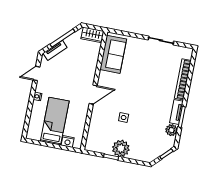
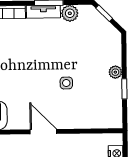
plant: (121, 148) -> (115, 72), width x0.53, depth x0.53

